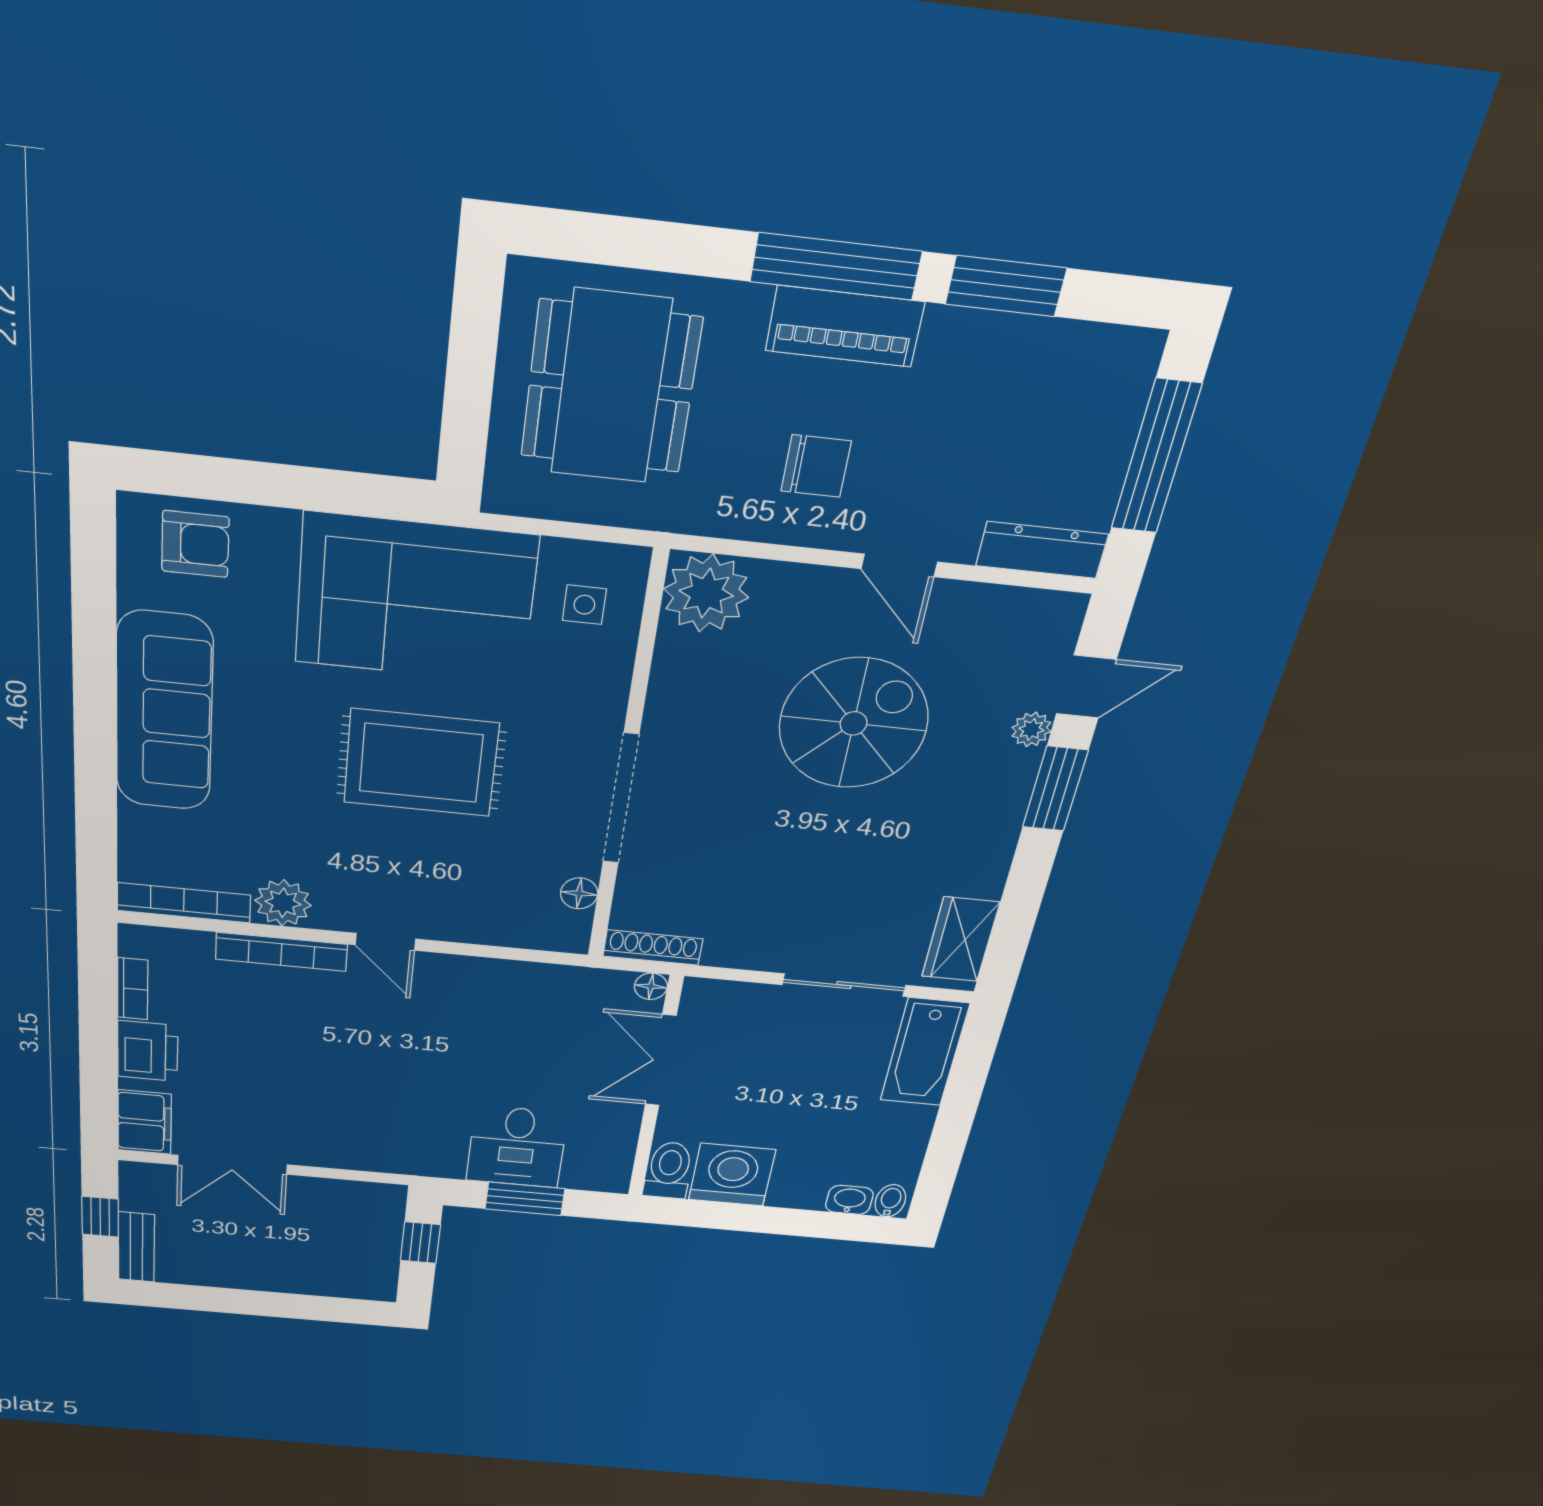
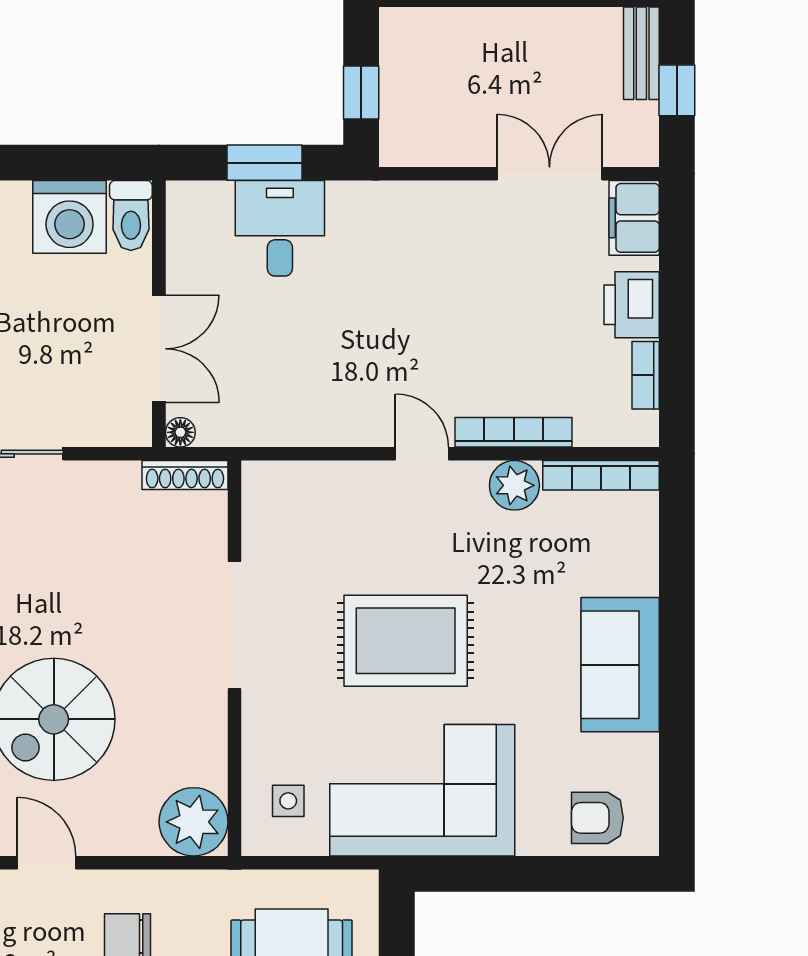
sofa: (164, 712) -> (620, 665), width x0.73
floor lamp: (579, 893) -> (257, 525), removed

